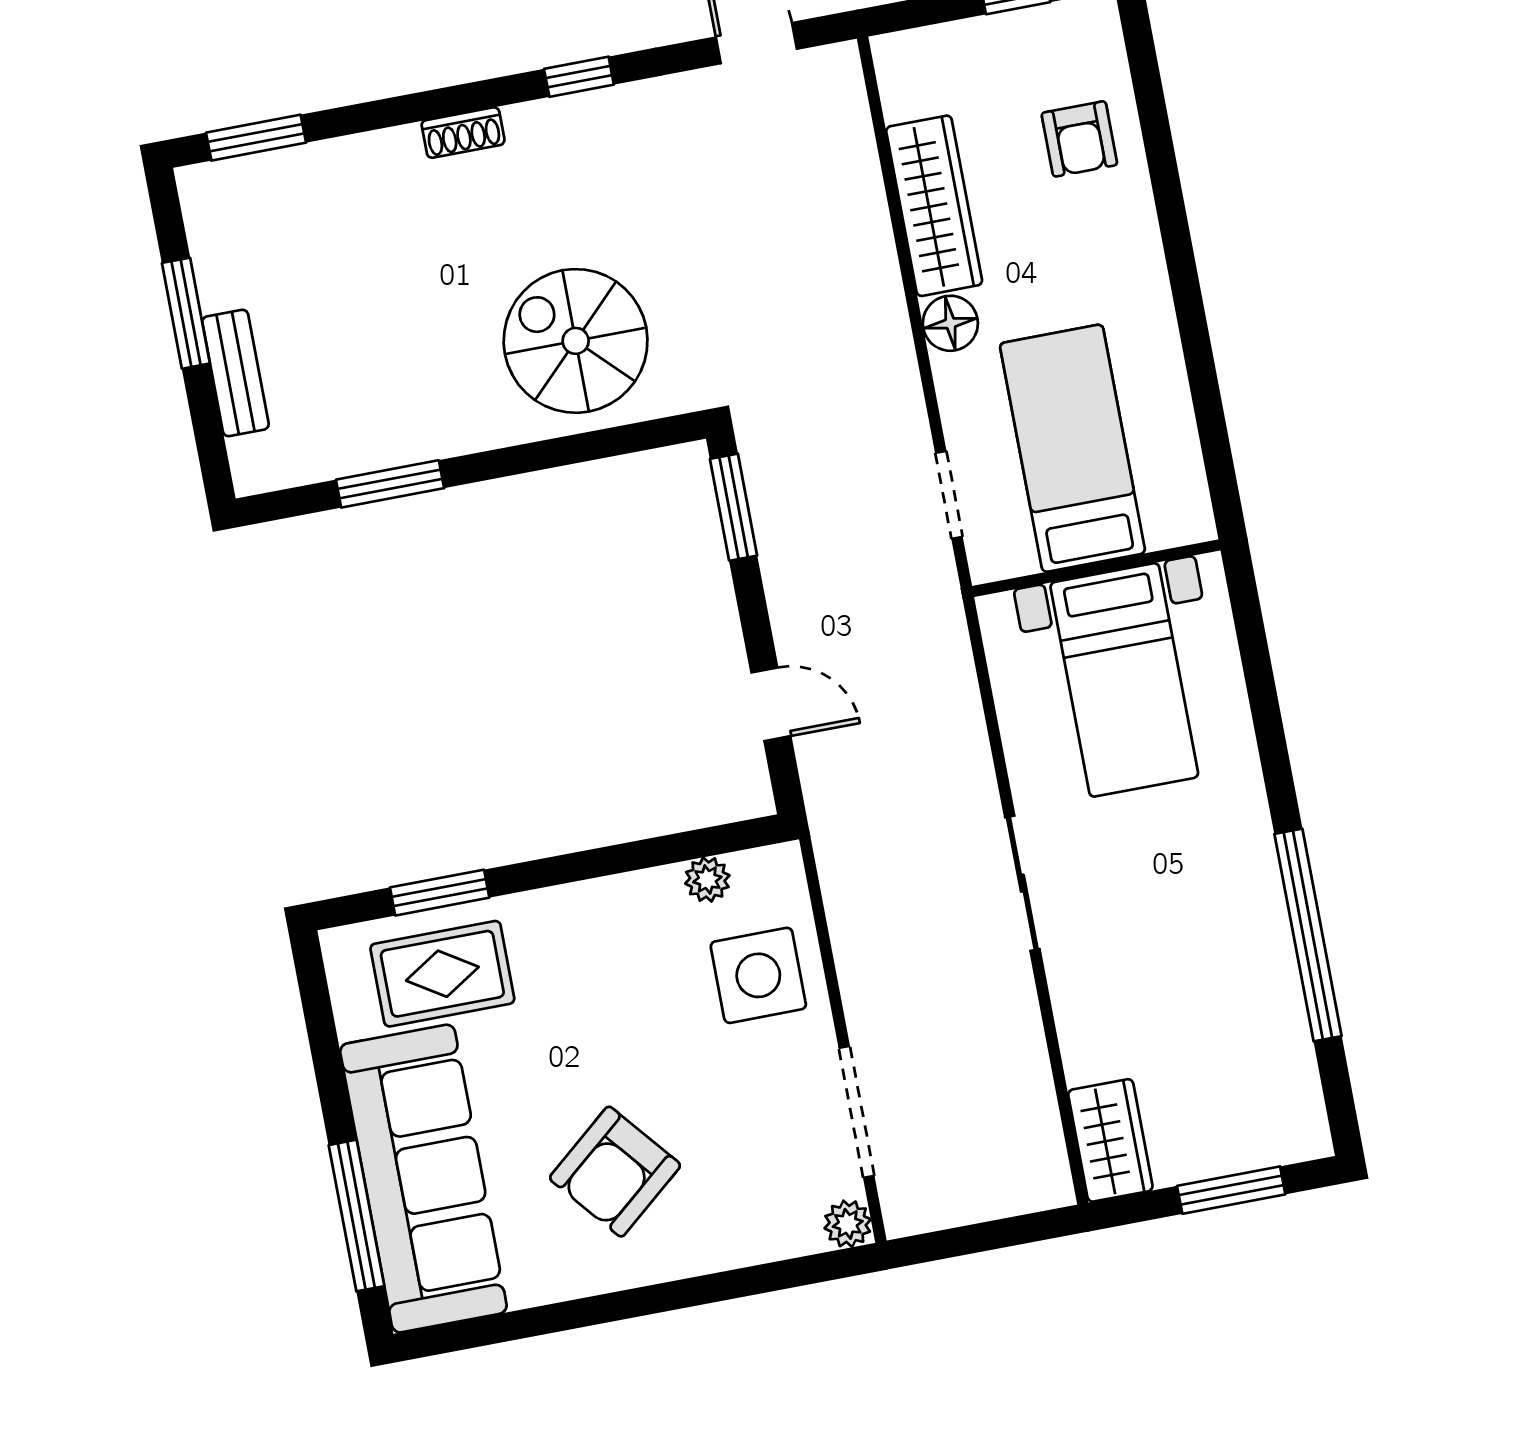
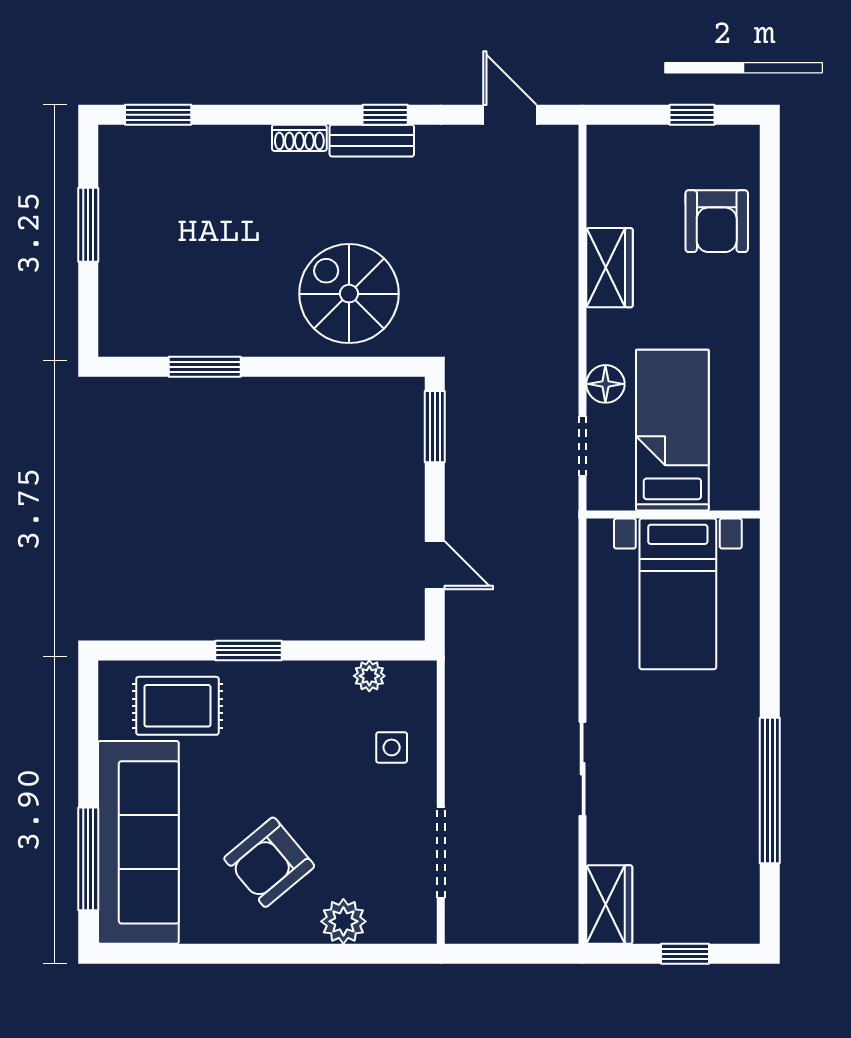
armchair: (1079, 139) -> (717, 221), width x1.38, depth x1.38
wardrobe: (934, 206) -> (610, 268), width x0.67
floor lamp: (950, 323) -> (605, 384), moved
bench: (235, 373) -> (372, 141), moved, turned 90
sliding door: (1022, 883) -> (583, 769), moved
window: (440, 893) -> (248, 650), moved
side table: (758, 975) -> (392, 747), width x0.54, depth x0.54
window: (1231, 1190) -> (685, 954), width x0.67
plant: (848, 1224) -> (343, 921), moved, width x1.38, depth x1.38

